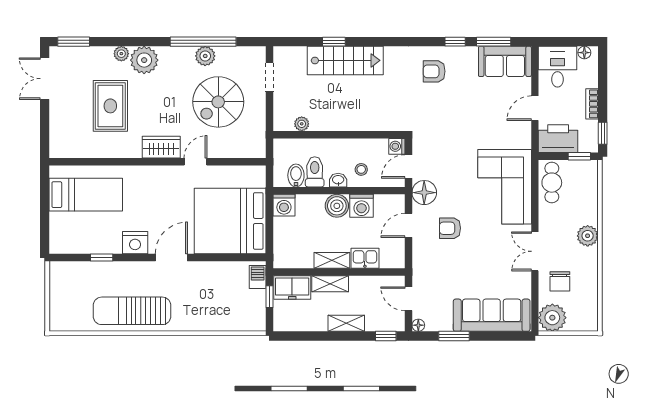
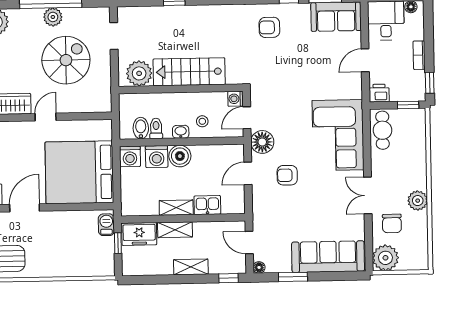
stairs: (345, 60) -> (189, 72), moved, turned 180
spiral stairs: (218, 102) -> (66, 60), turned 180
plant: (302, 124) -> (139, 73), width x1.87, depth x1.87
printer: (558, 139) -> (379, 93), width x0.53, depth x0.68
toilet: (315, 172) -> (156, 128), width x0.73, depth x0.72
washing machine: (361, 206) -> (157, 157), moved
plant: (588, 236) -> (418, 201), moved

